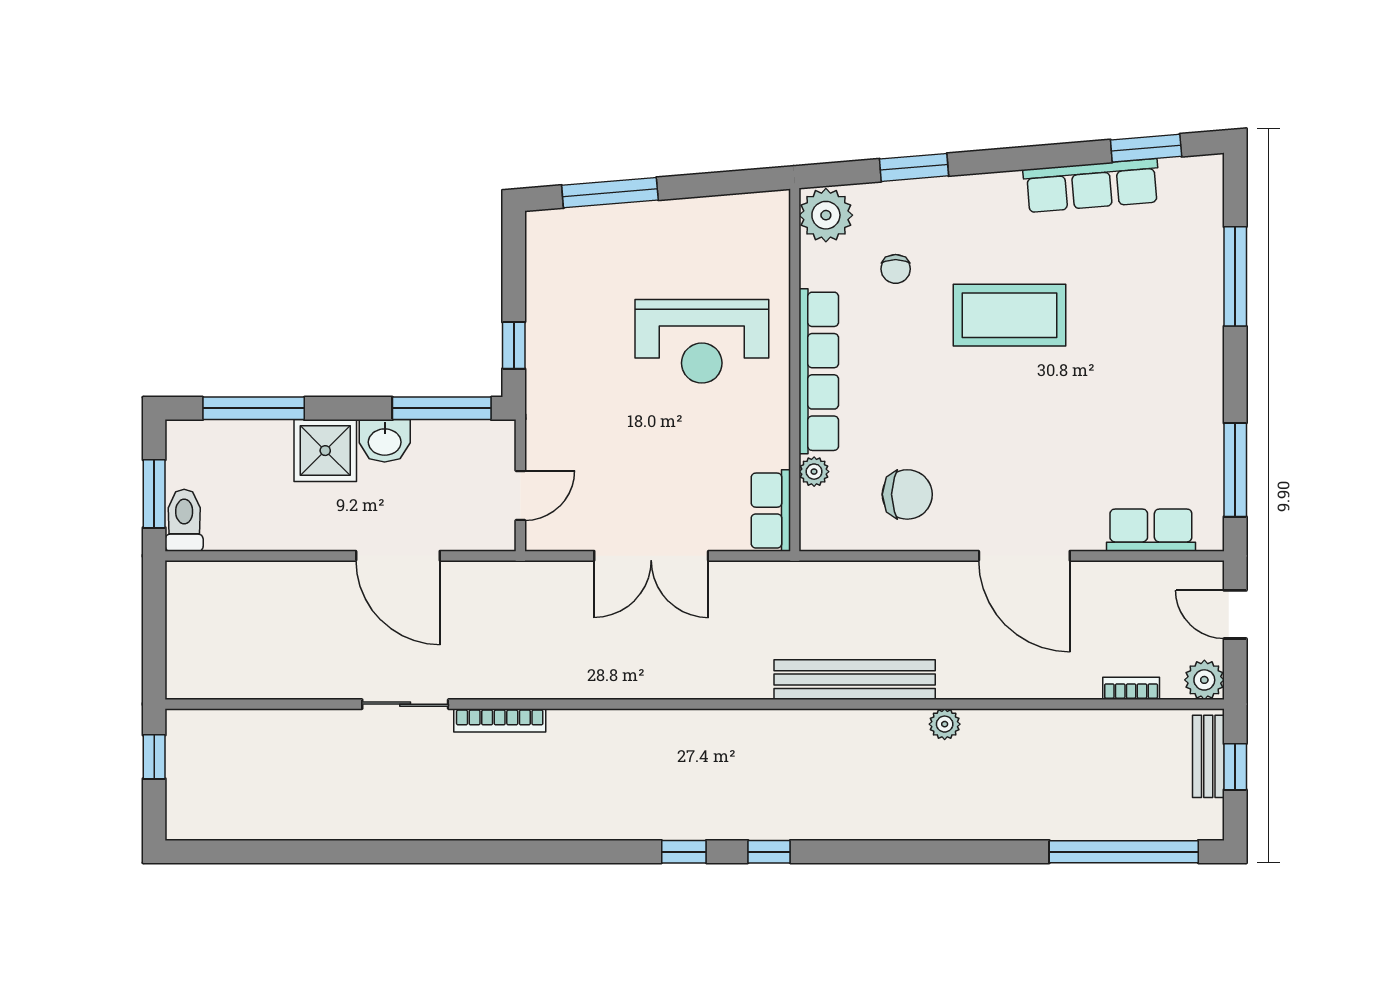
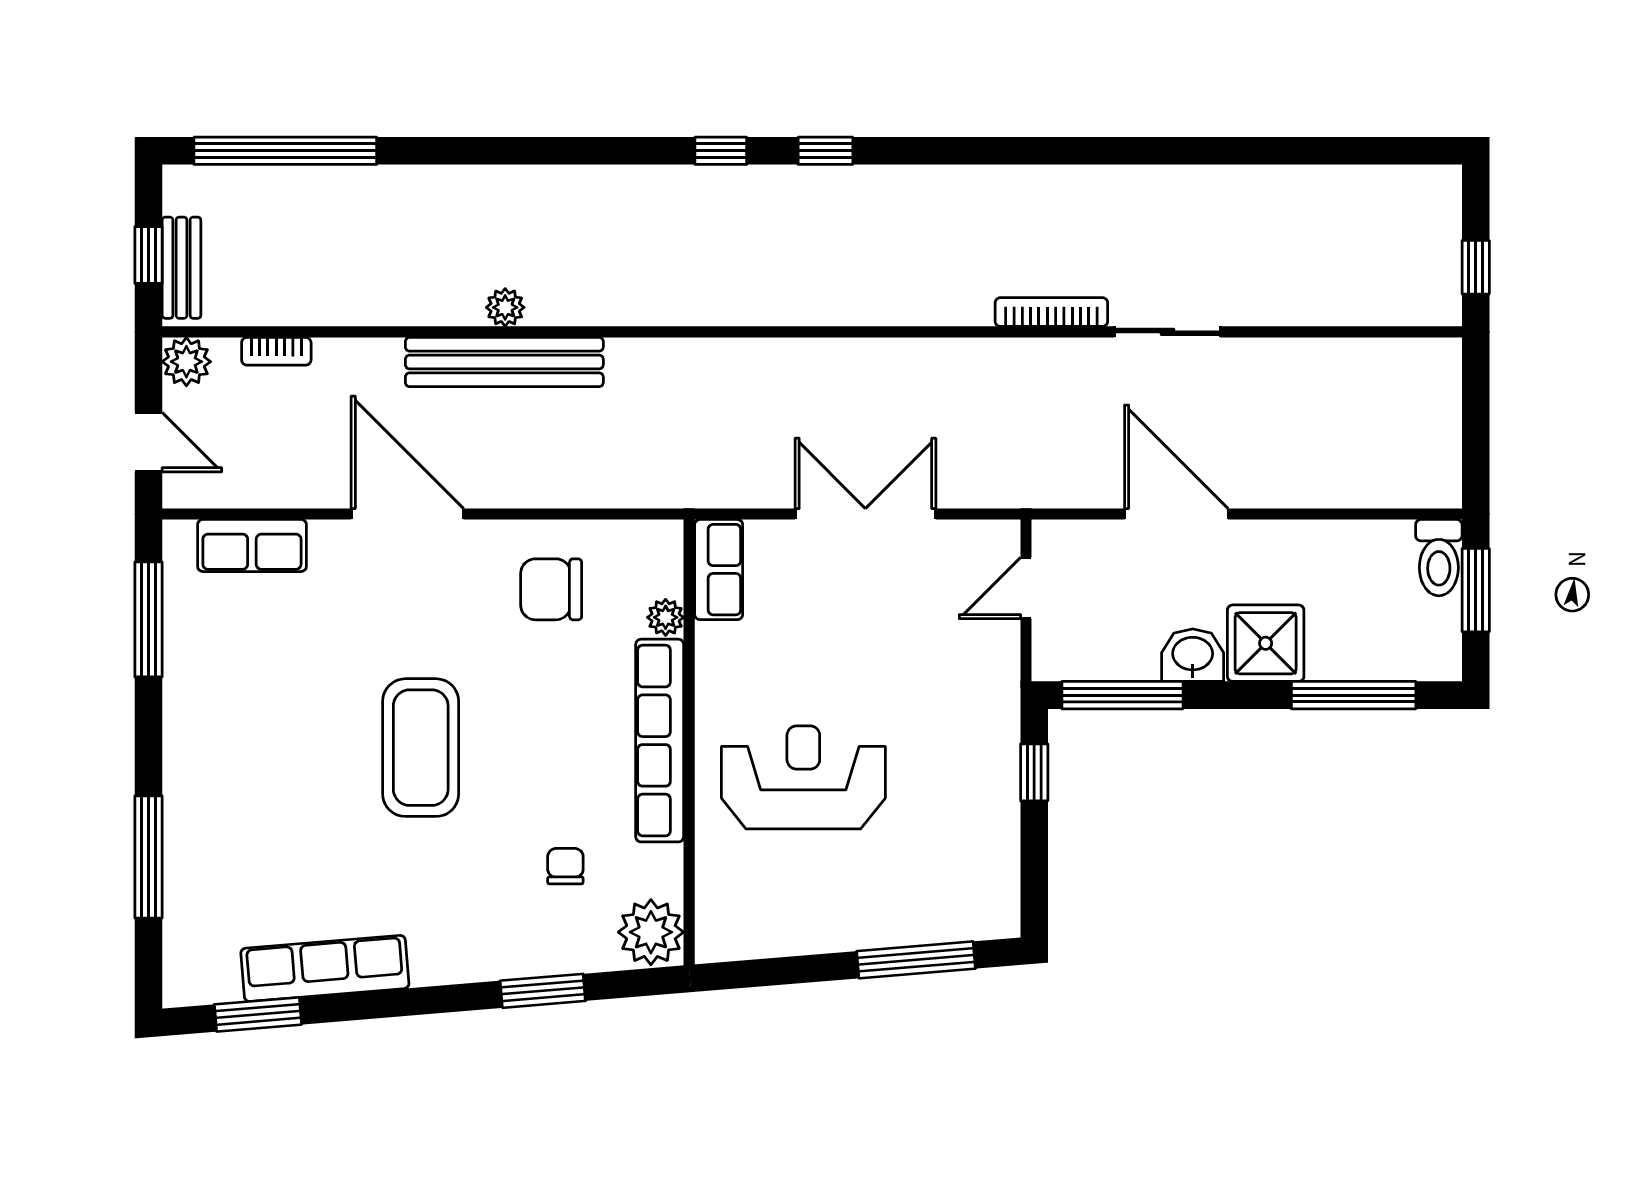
coffee table: (1009, 315) -> (421, 748), moved, turned 90
bench: (855, 680) -> (504, 362), moved

